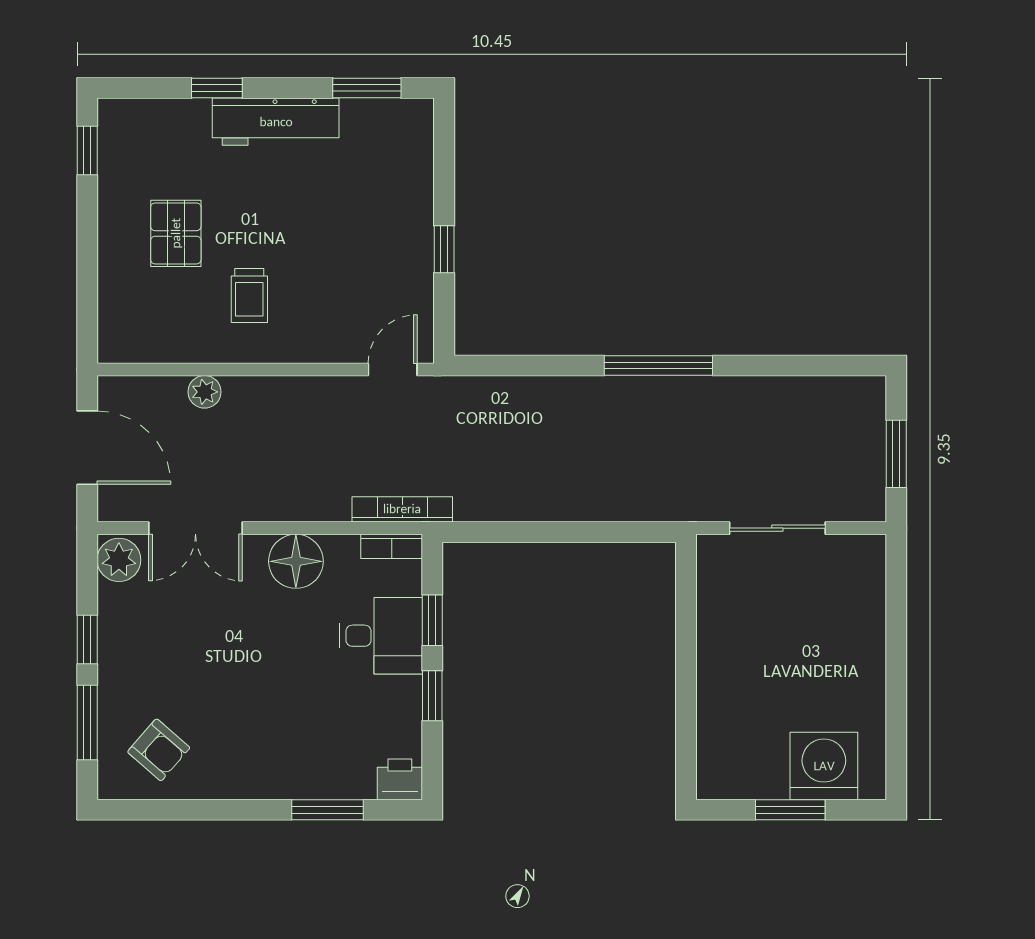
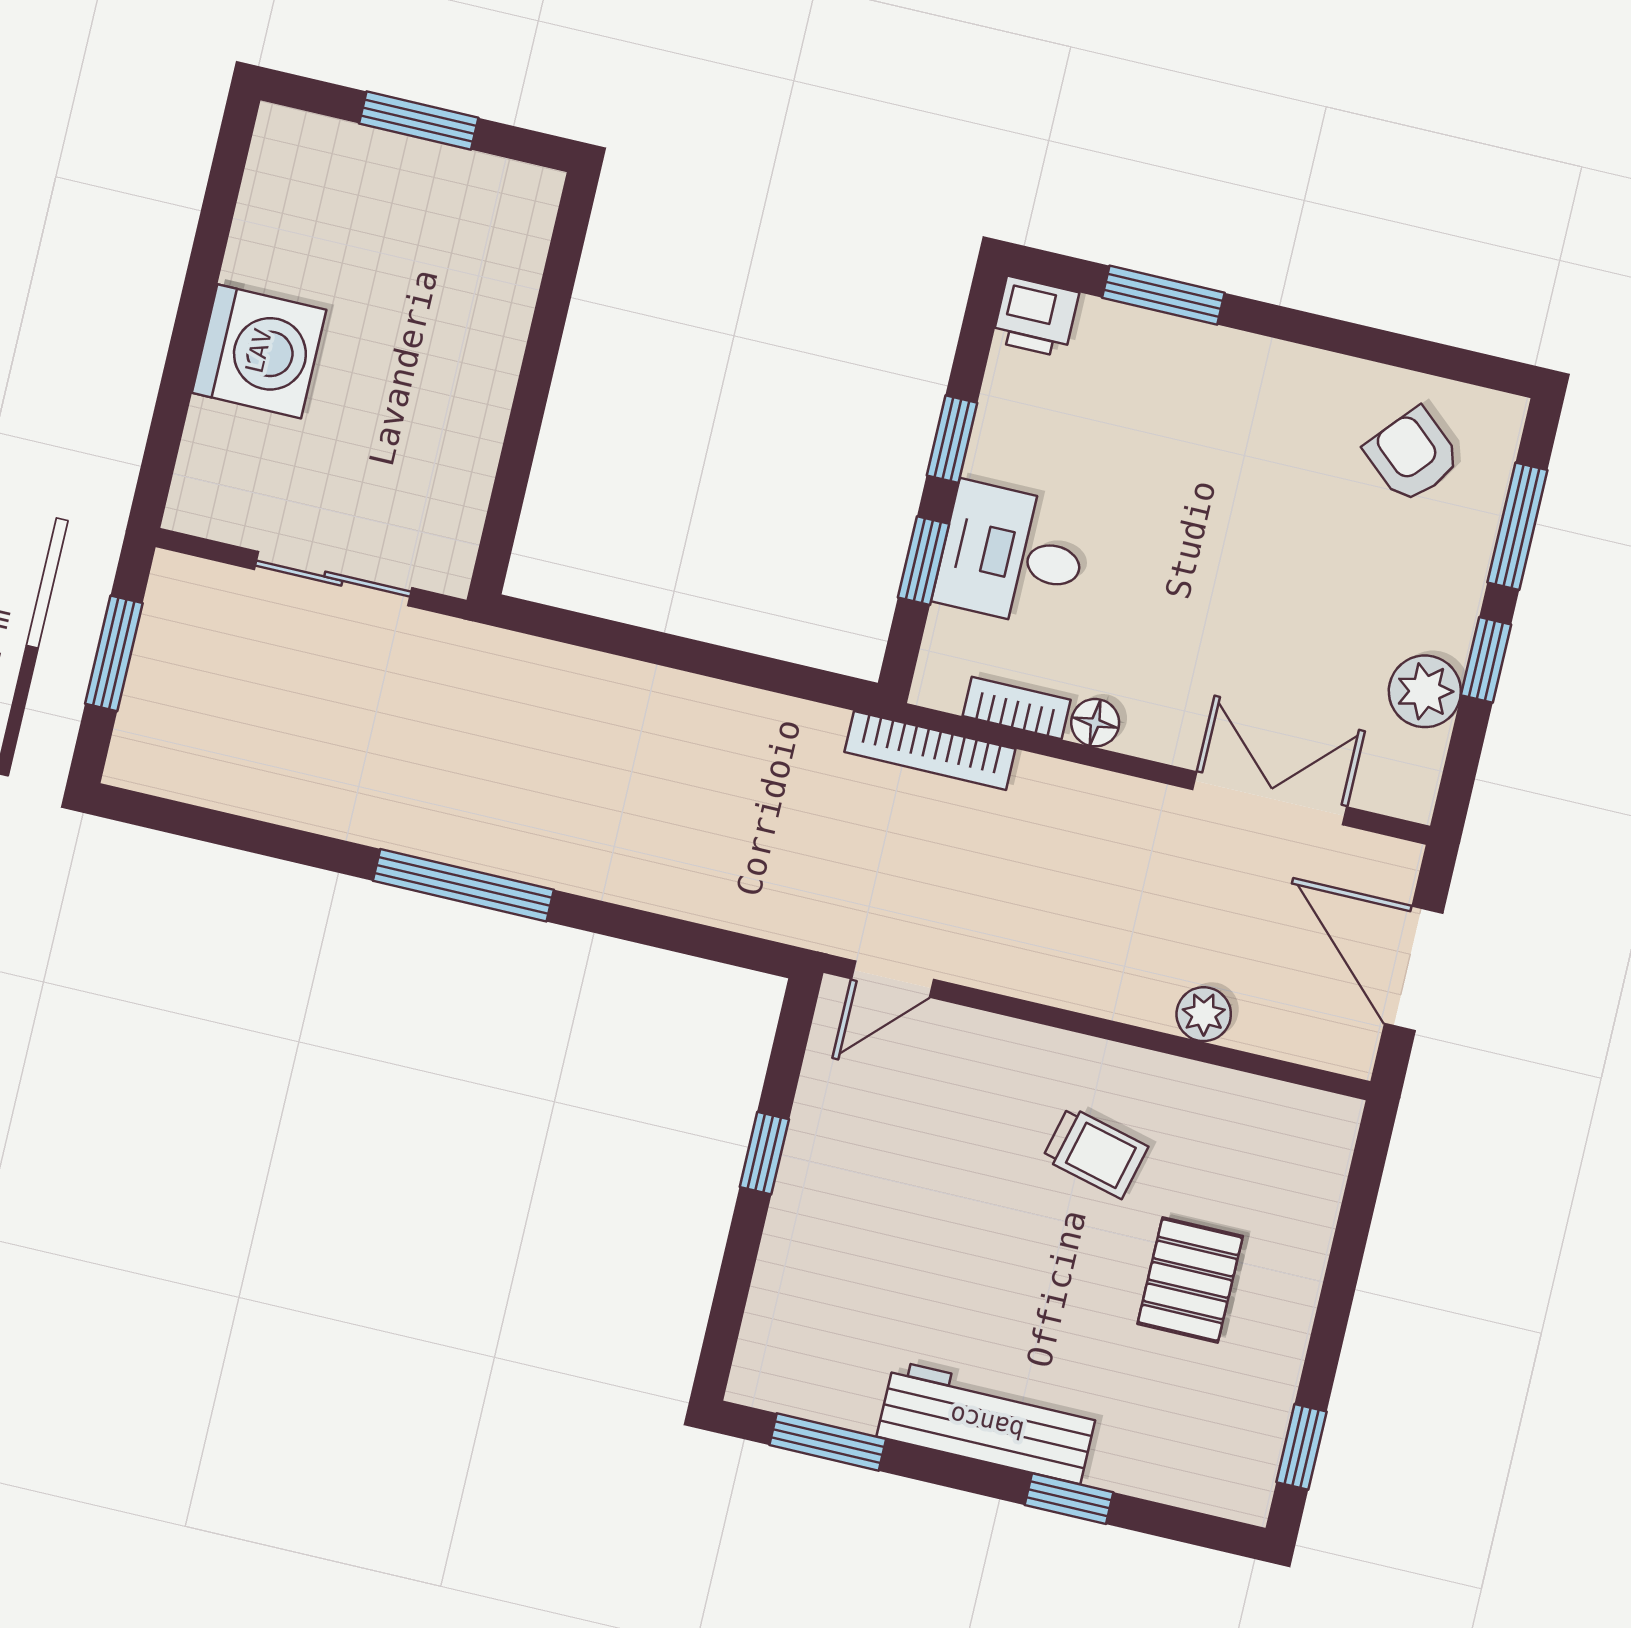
trolley: (249, 295) -> (1095, 1152), turned 104
bookcase: (392, 546) -> (1017, 708), moved
plant: (119, 560) -> (1425, 691), moved
floor lamp: (296, 561) -> (1095, 723), width x0.53, depth x0.53
washing machine: (824, 766) -> (259, 351), moved, turned -90

